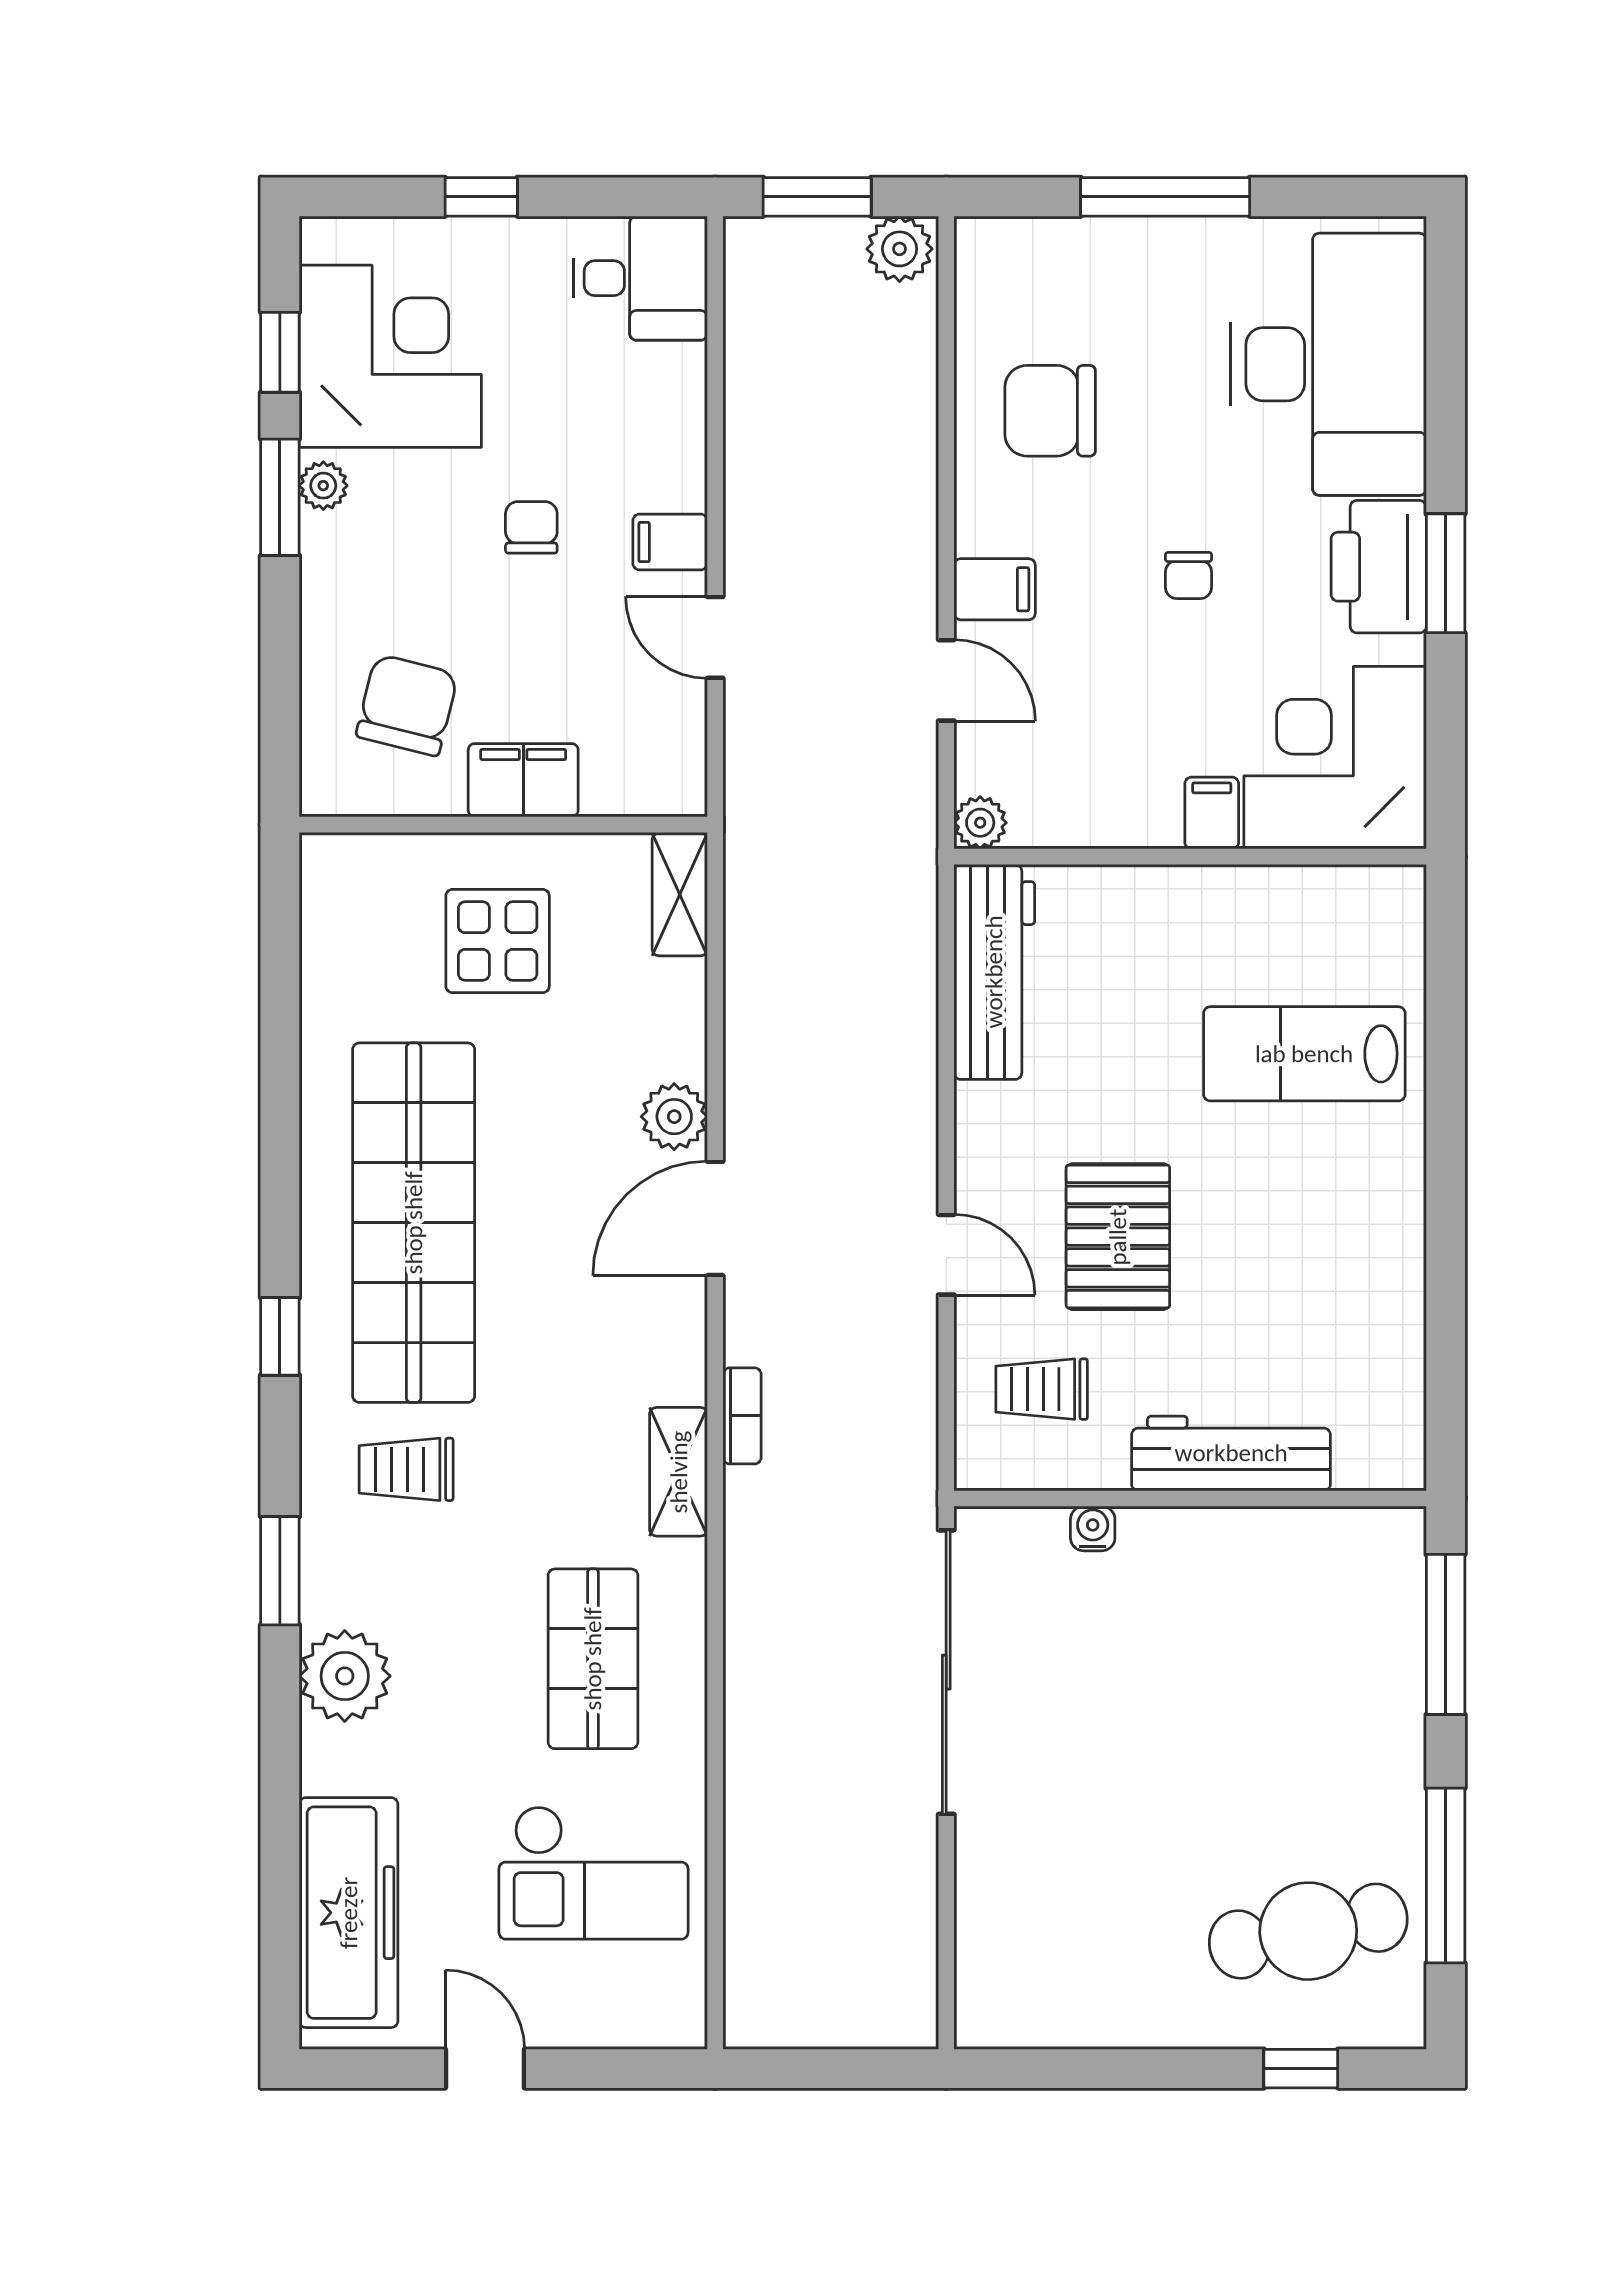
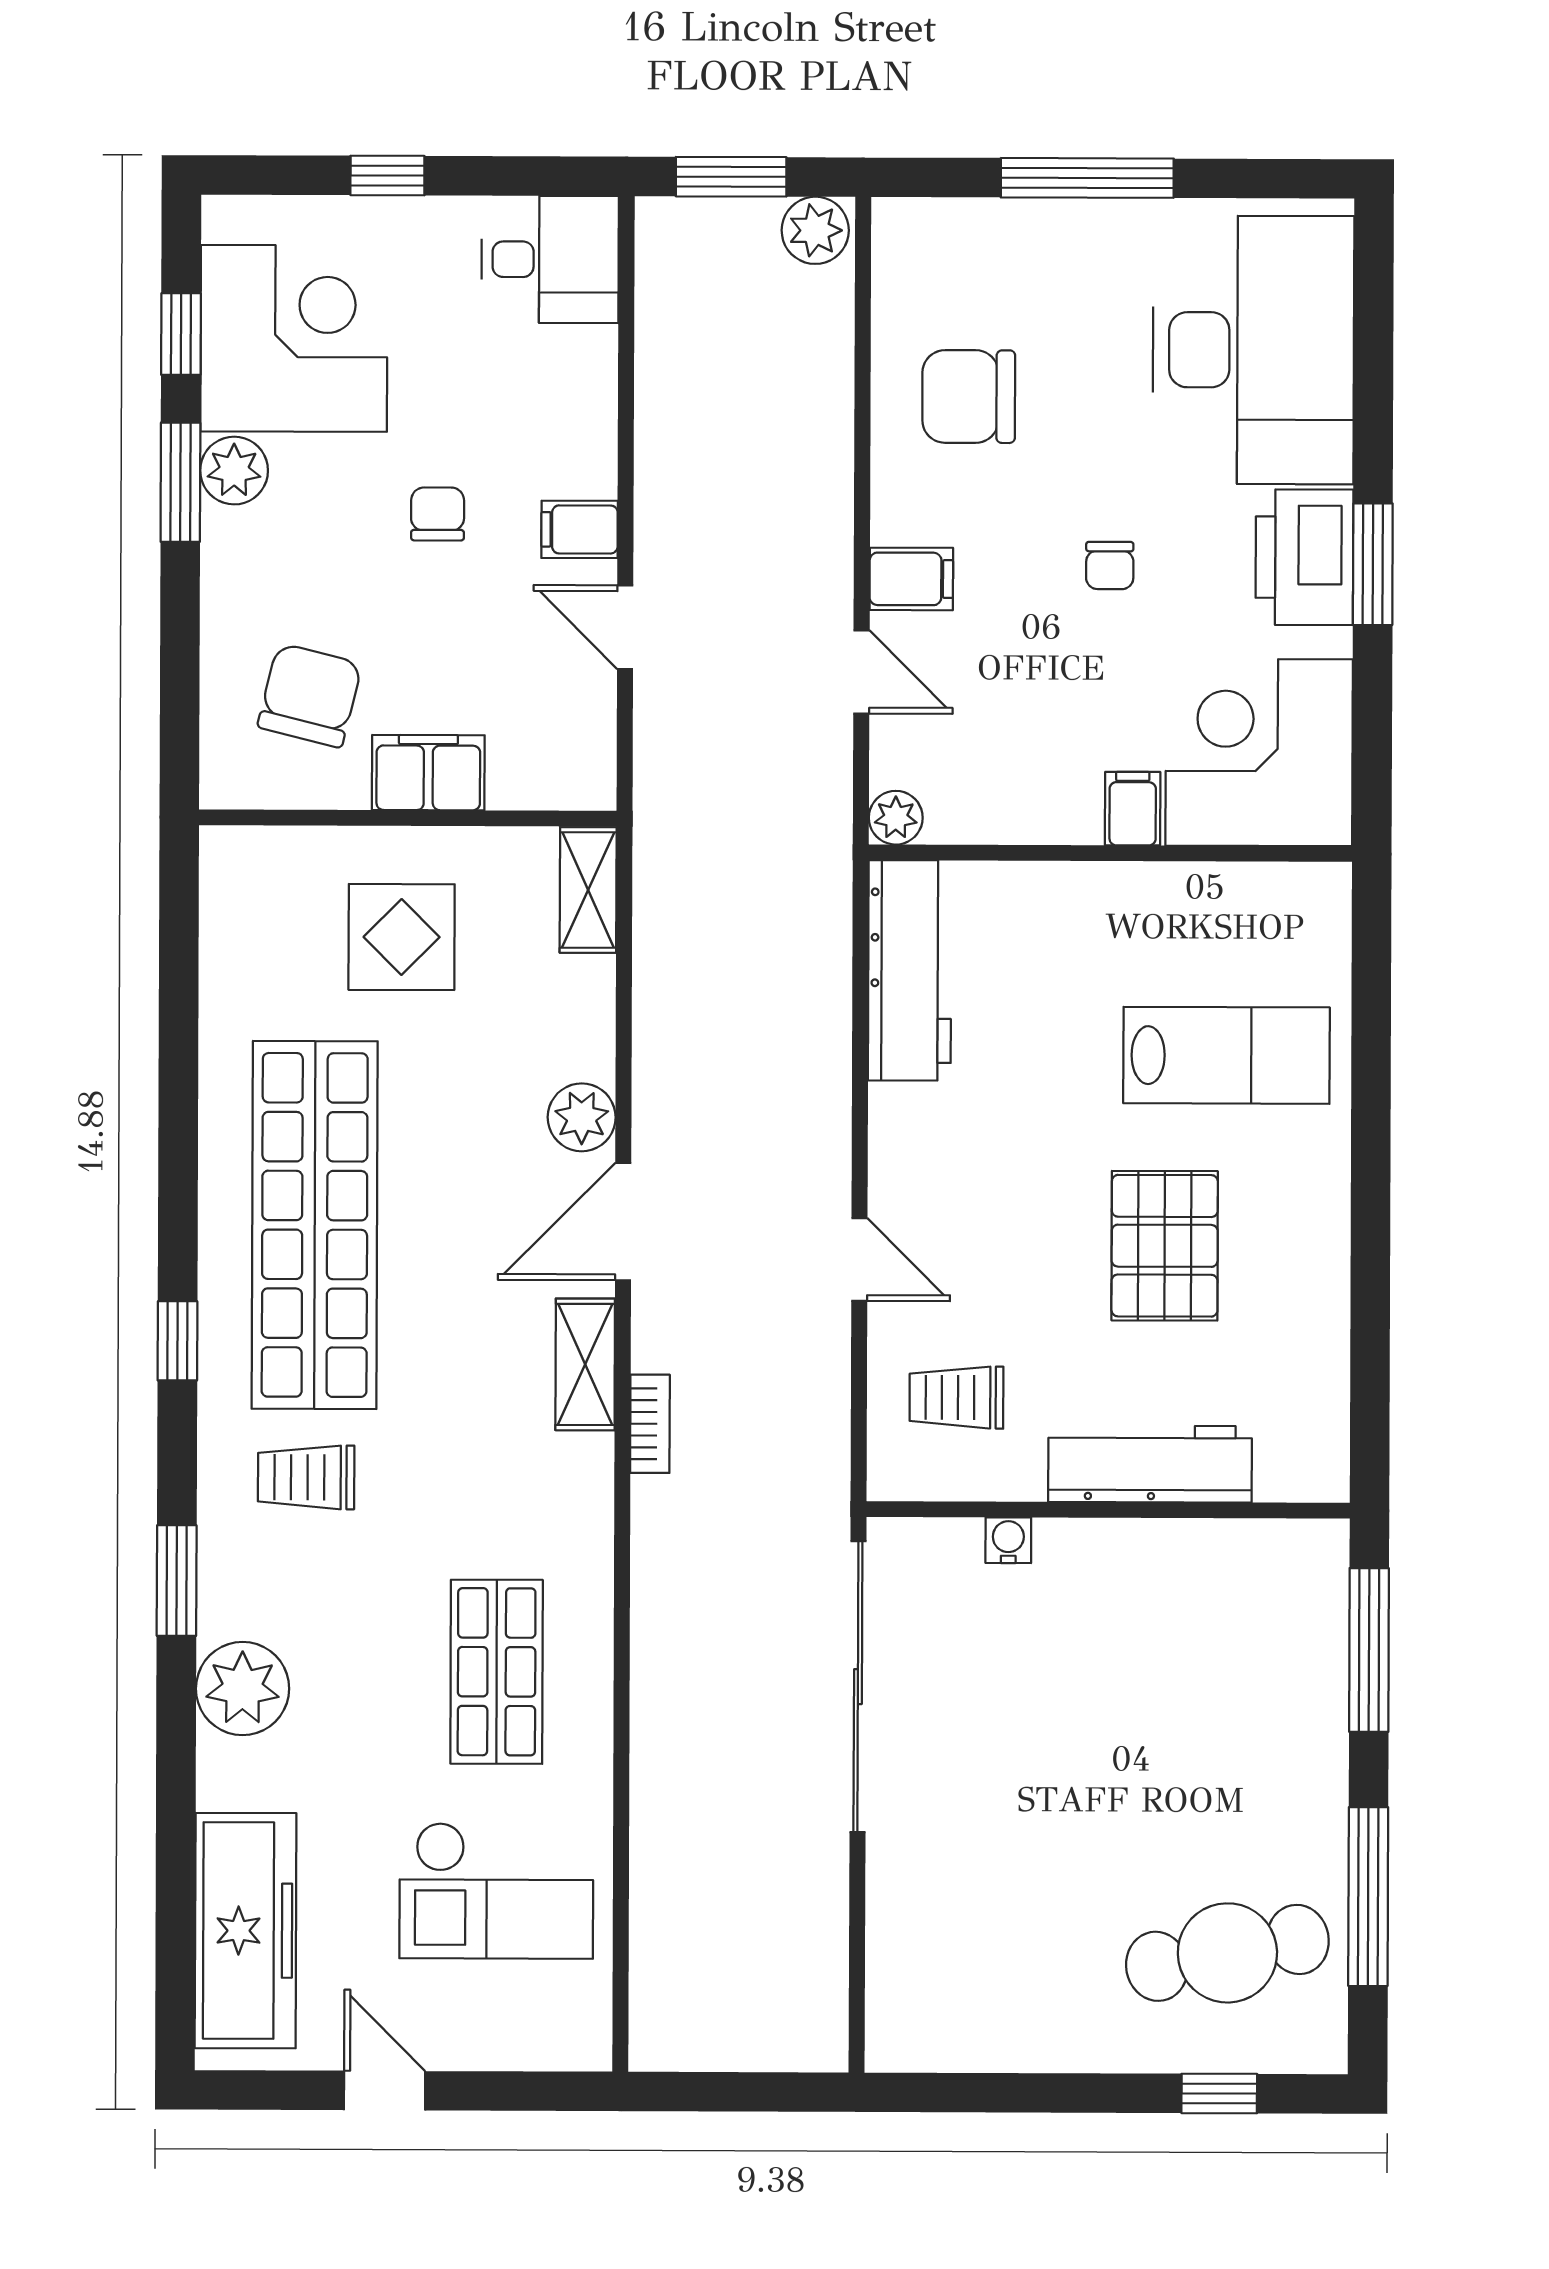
plant: (323, 486) -> (234, 471), width x1.38, depth x1.38
lab bench: (1304, 1054) -> (1227, 1055), turned 180
pallet: (1118, 1237) -> (1165, 1246), moved
shelving: (679, 1472) -> (585, 1364), moved

